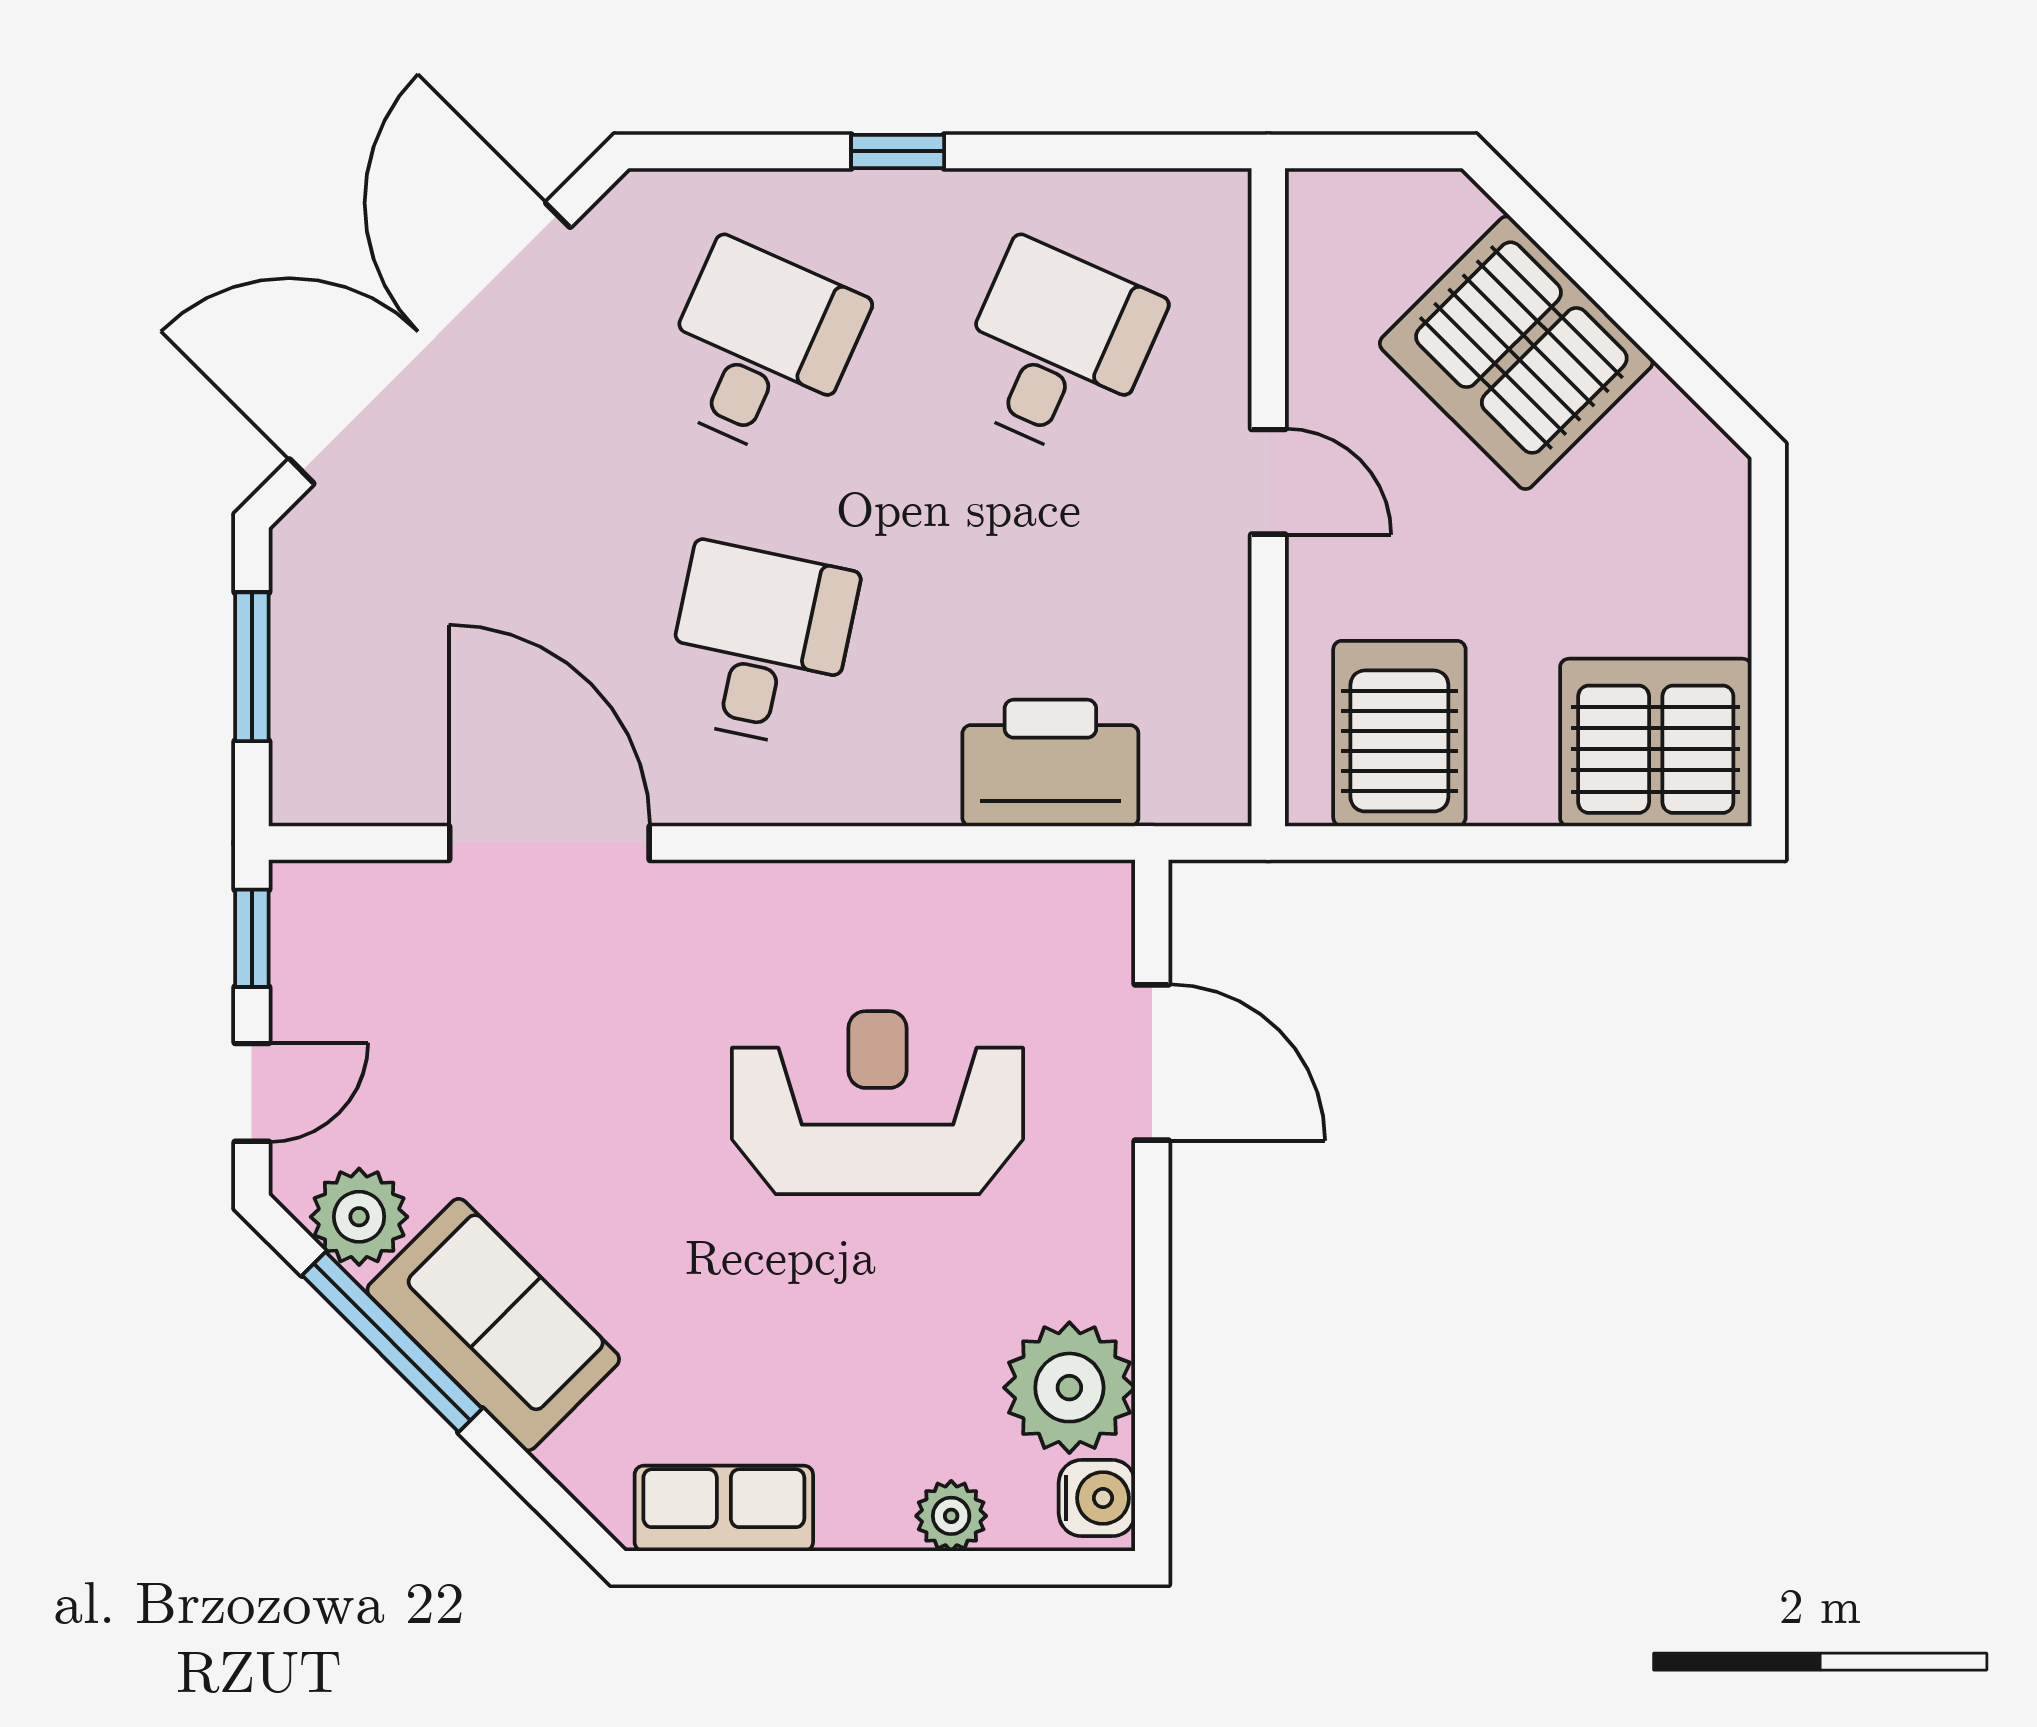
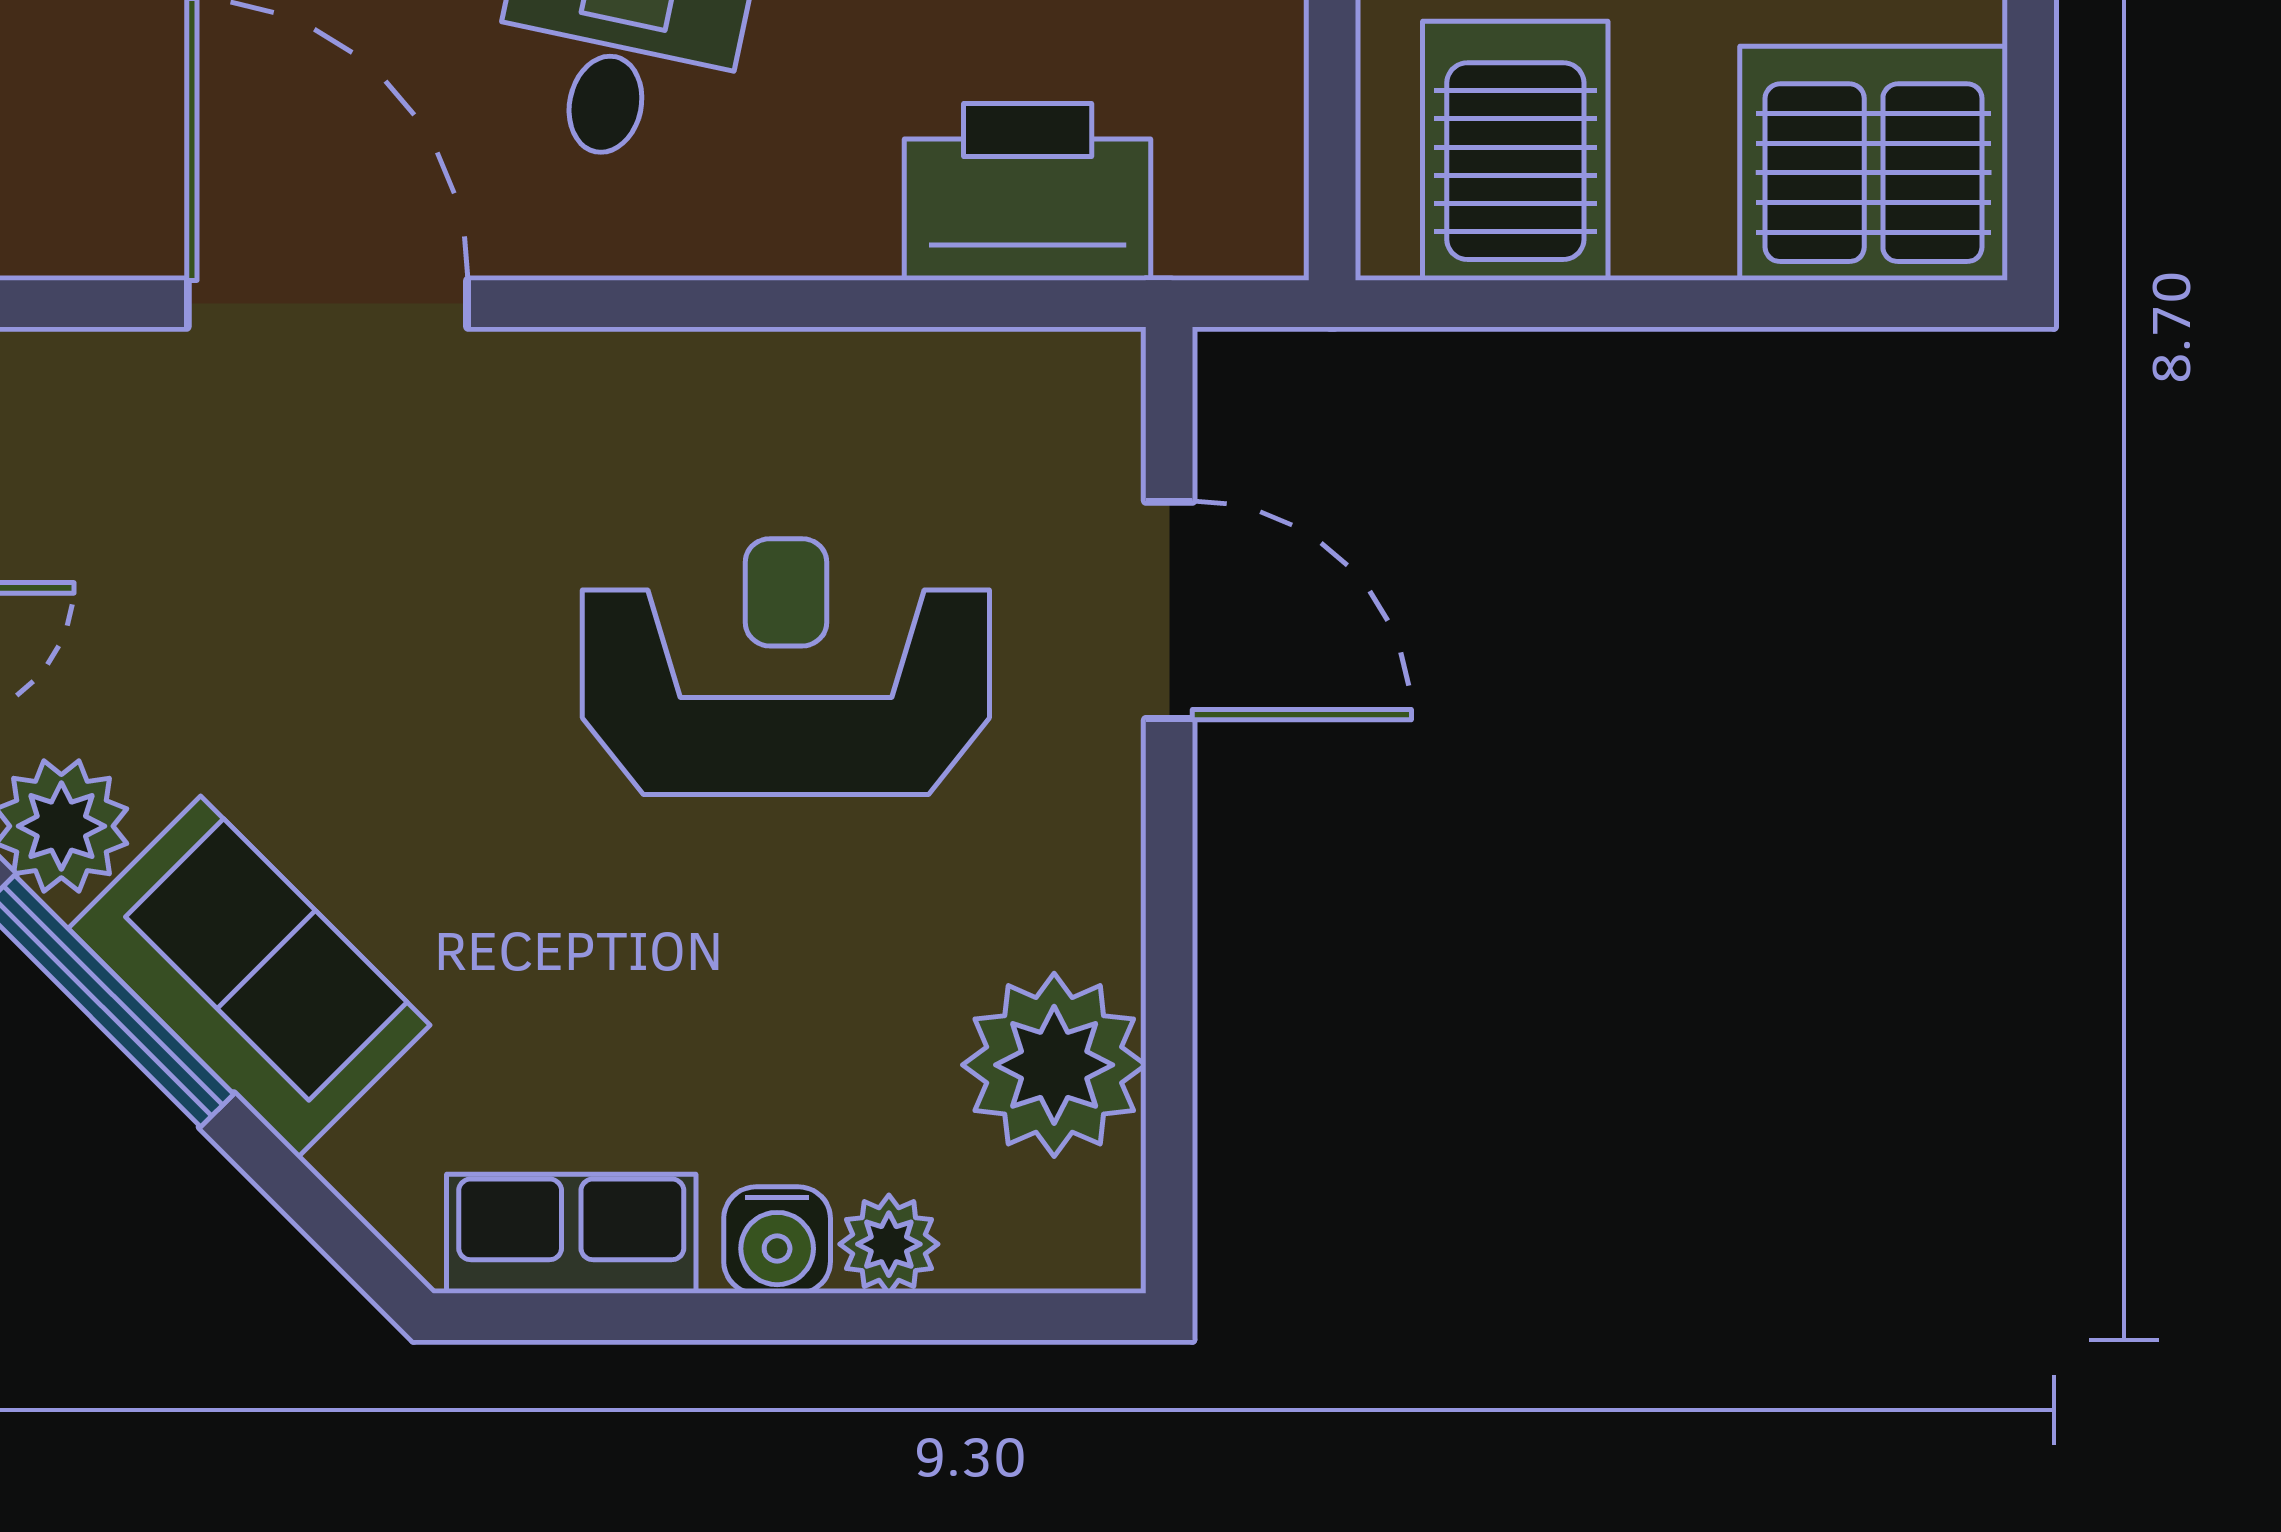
water cooler: (1097, 1498) -> (777, 1240), moved, turned 90

